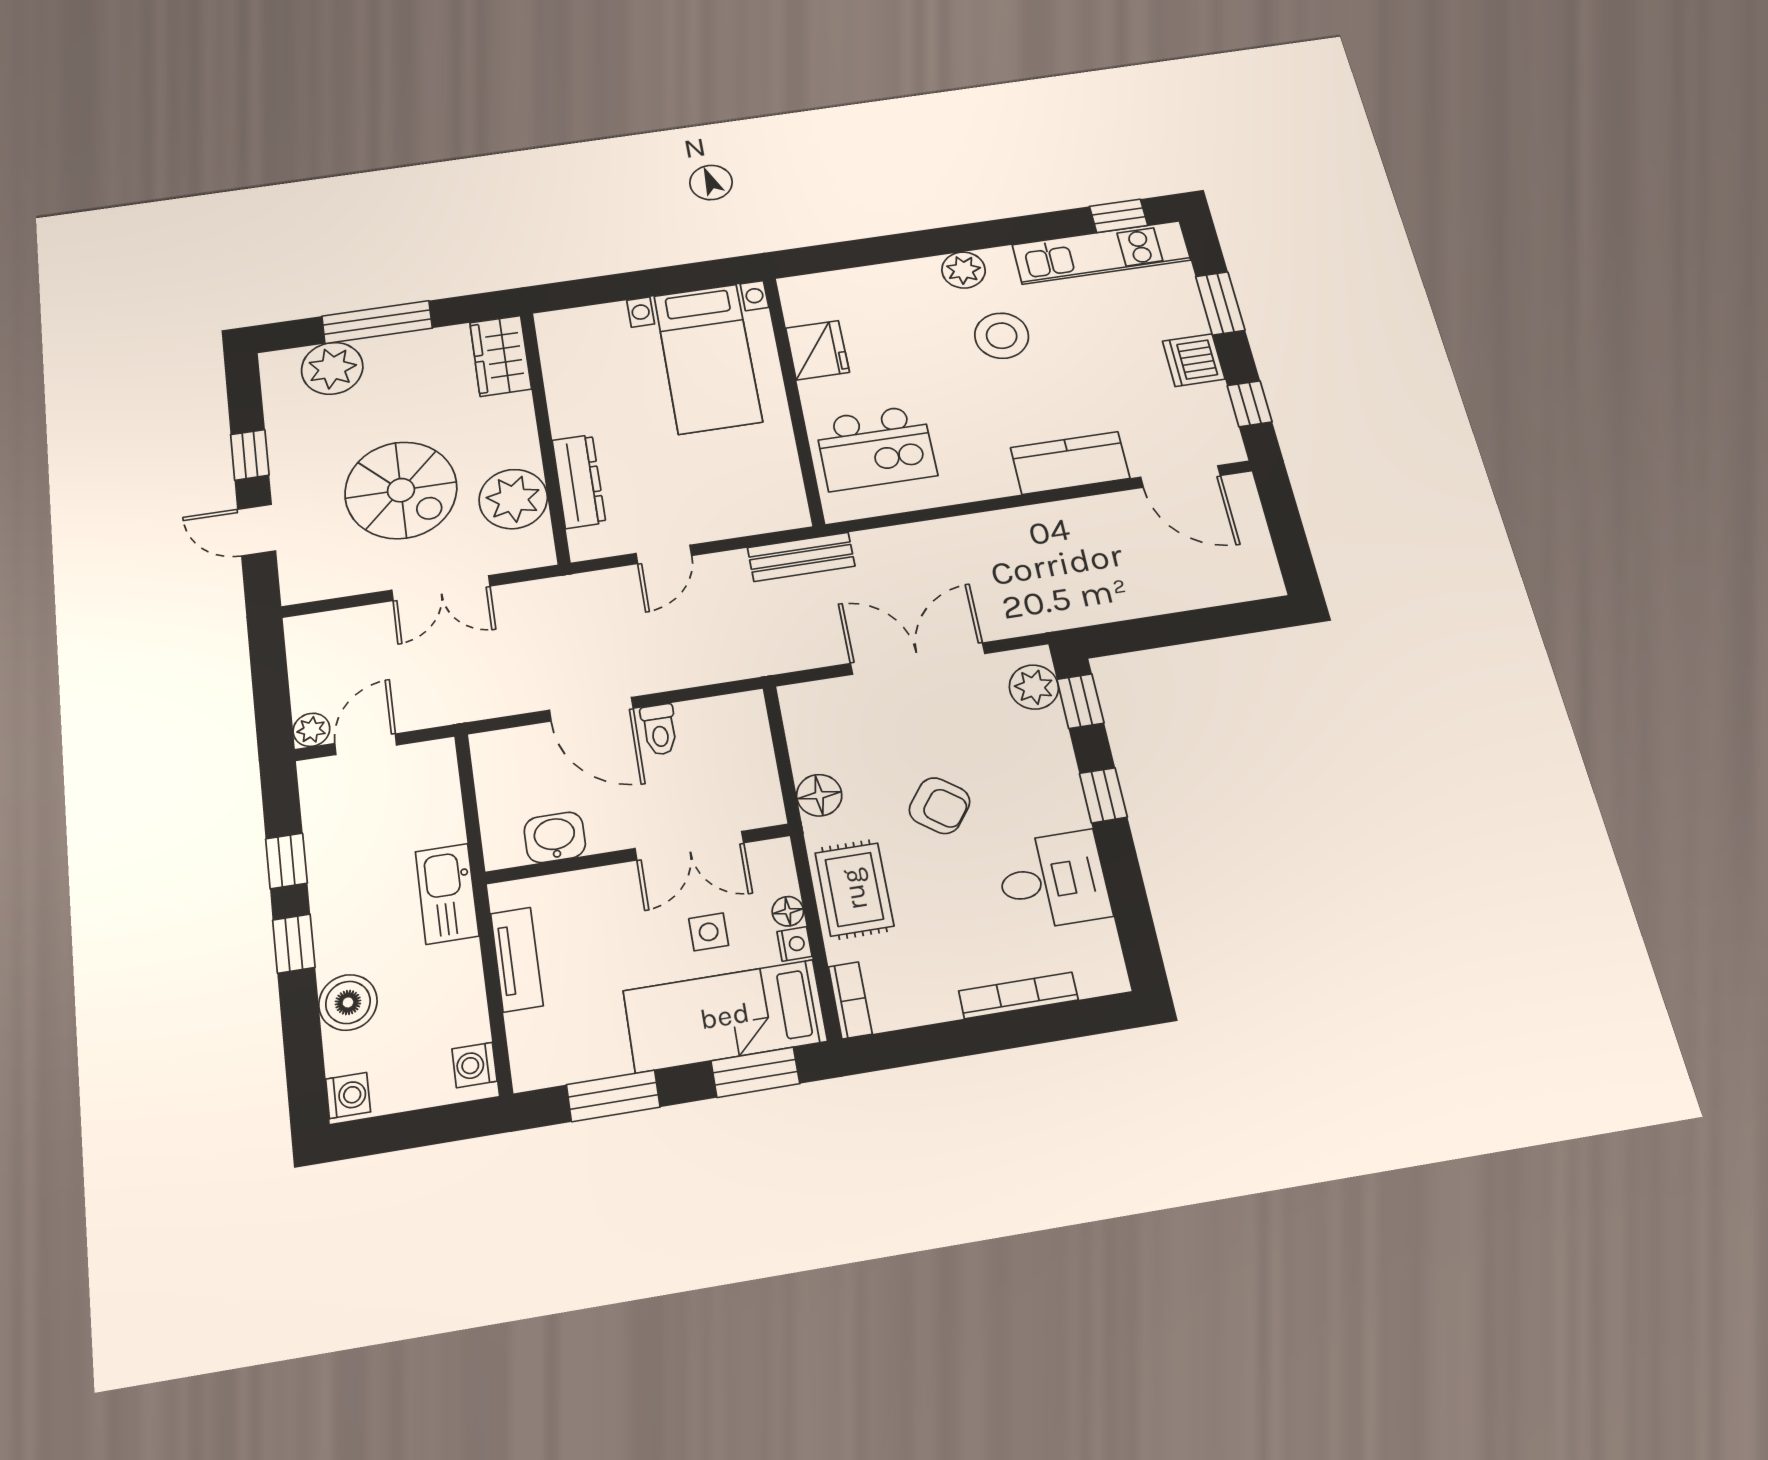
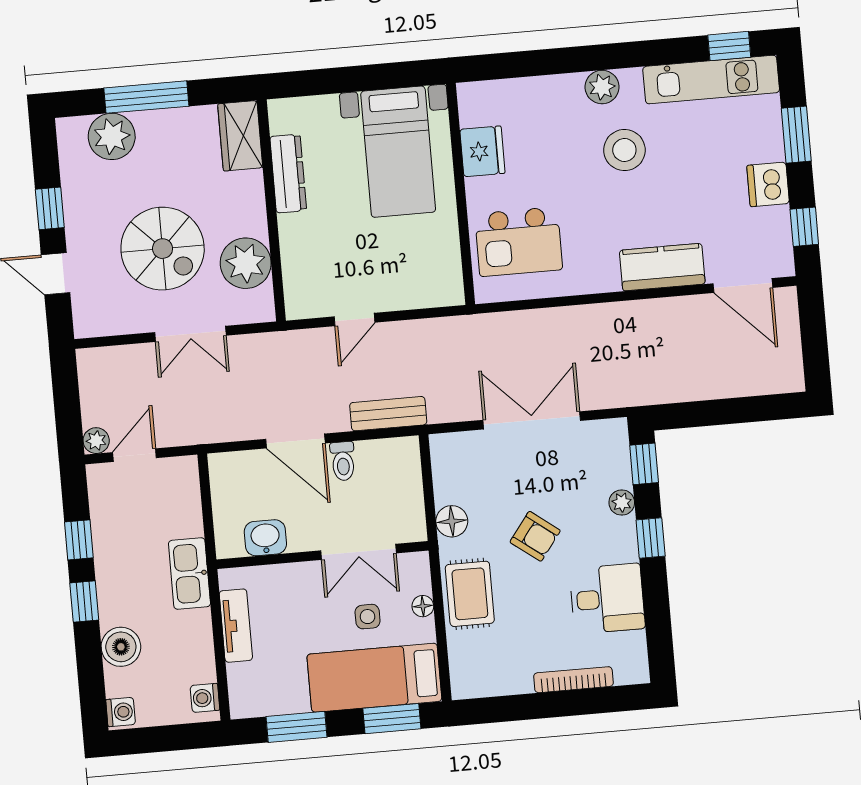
dresser: (579, 481) -> (288, 174), moved
bench: (801, 557) -> (388, 414), moved
plant: (1034, 687) -> (622, 503), moved, width x0.73, depth x0.73
nightstand: (794, 944) -> (425, 630), removed
bookcase: (850, 1000) -> (460, 674), removed

